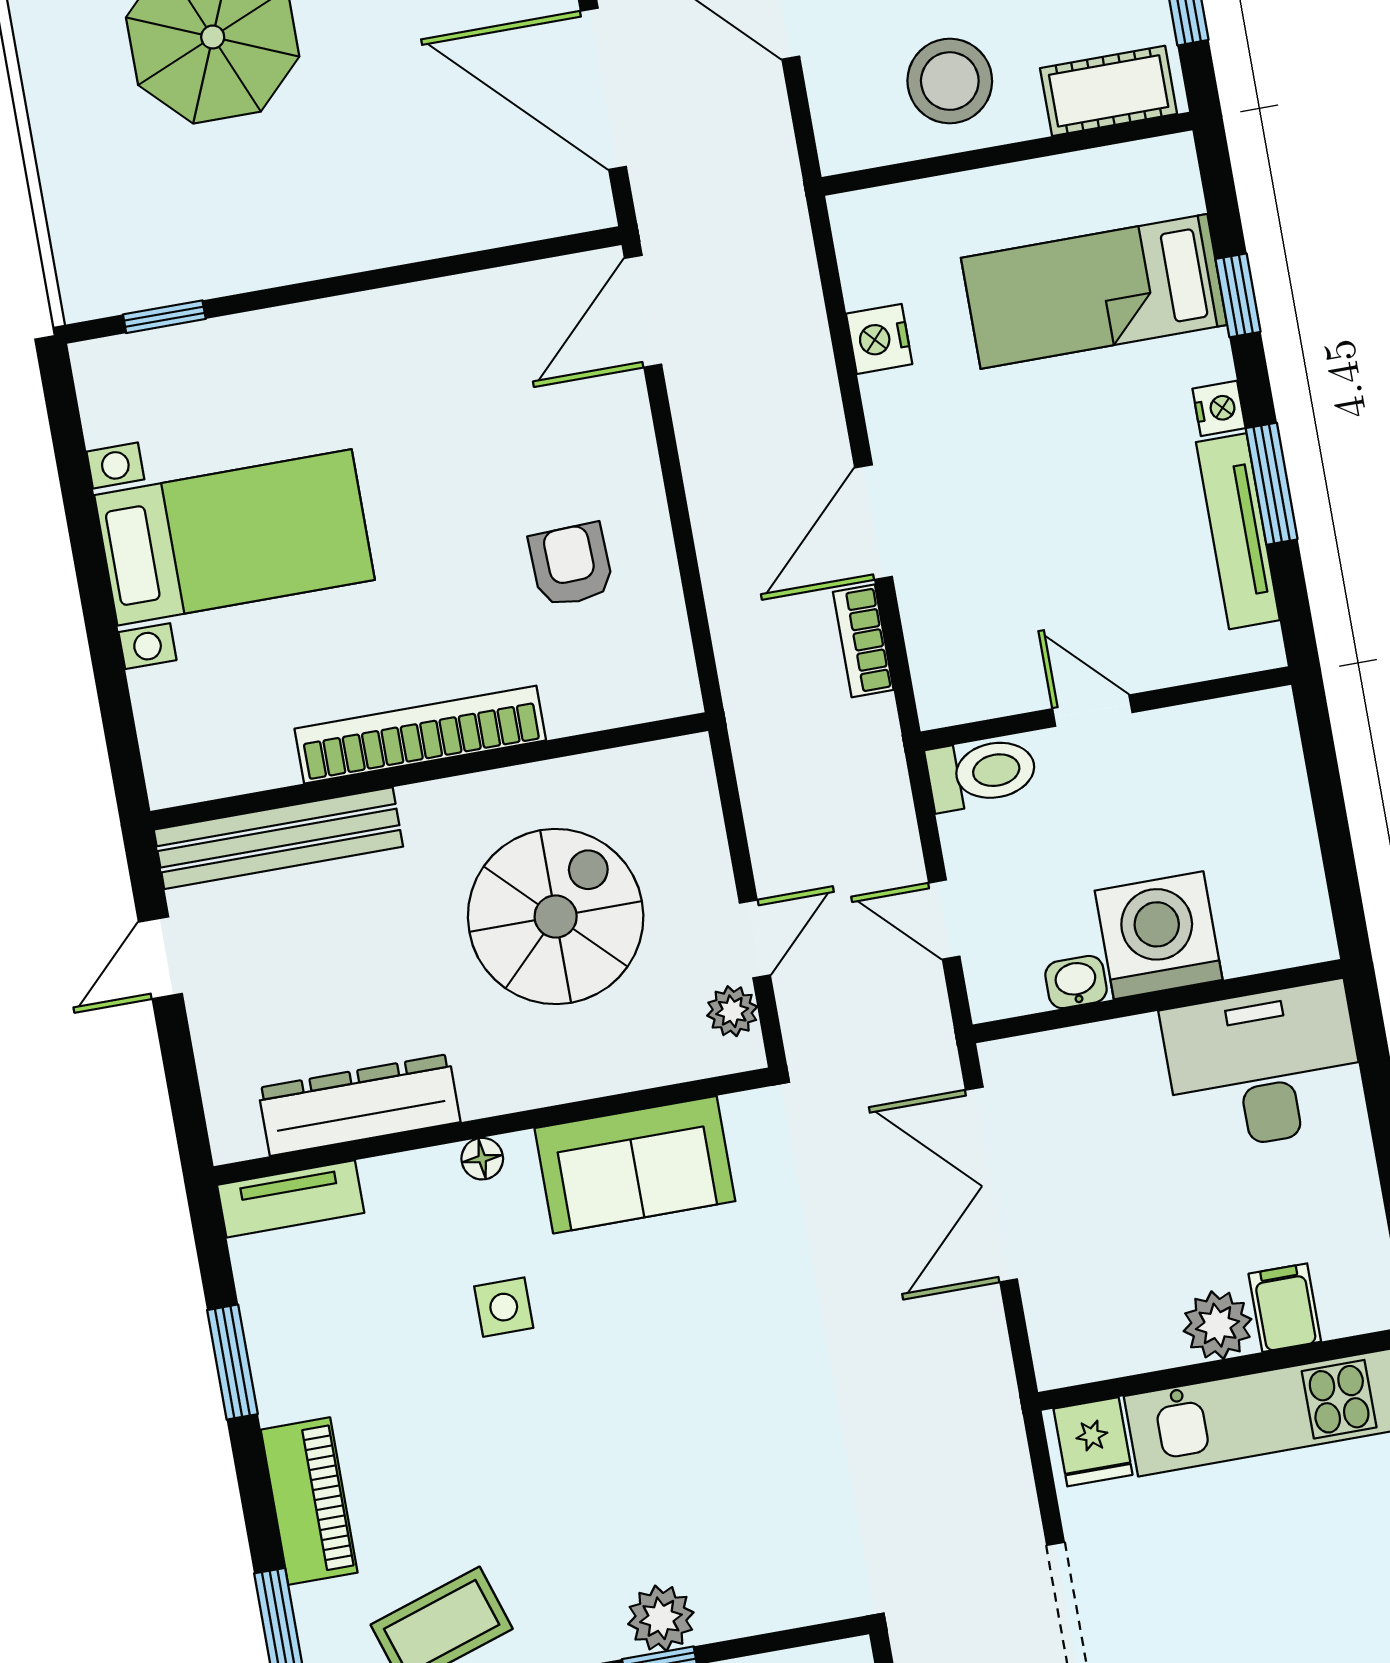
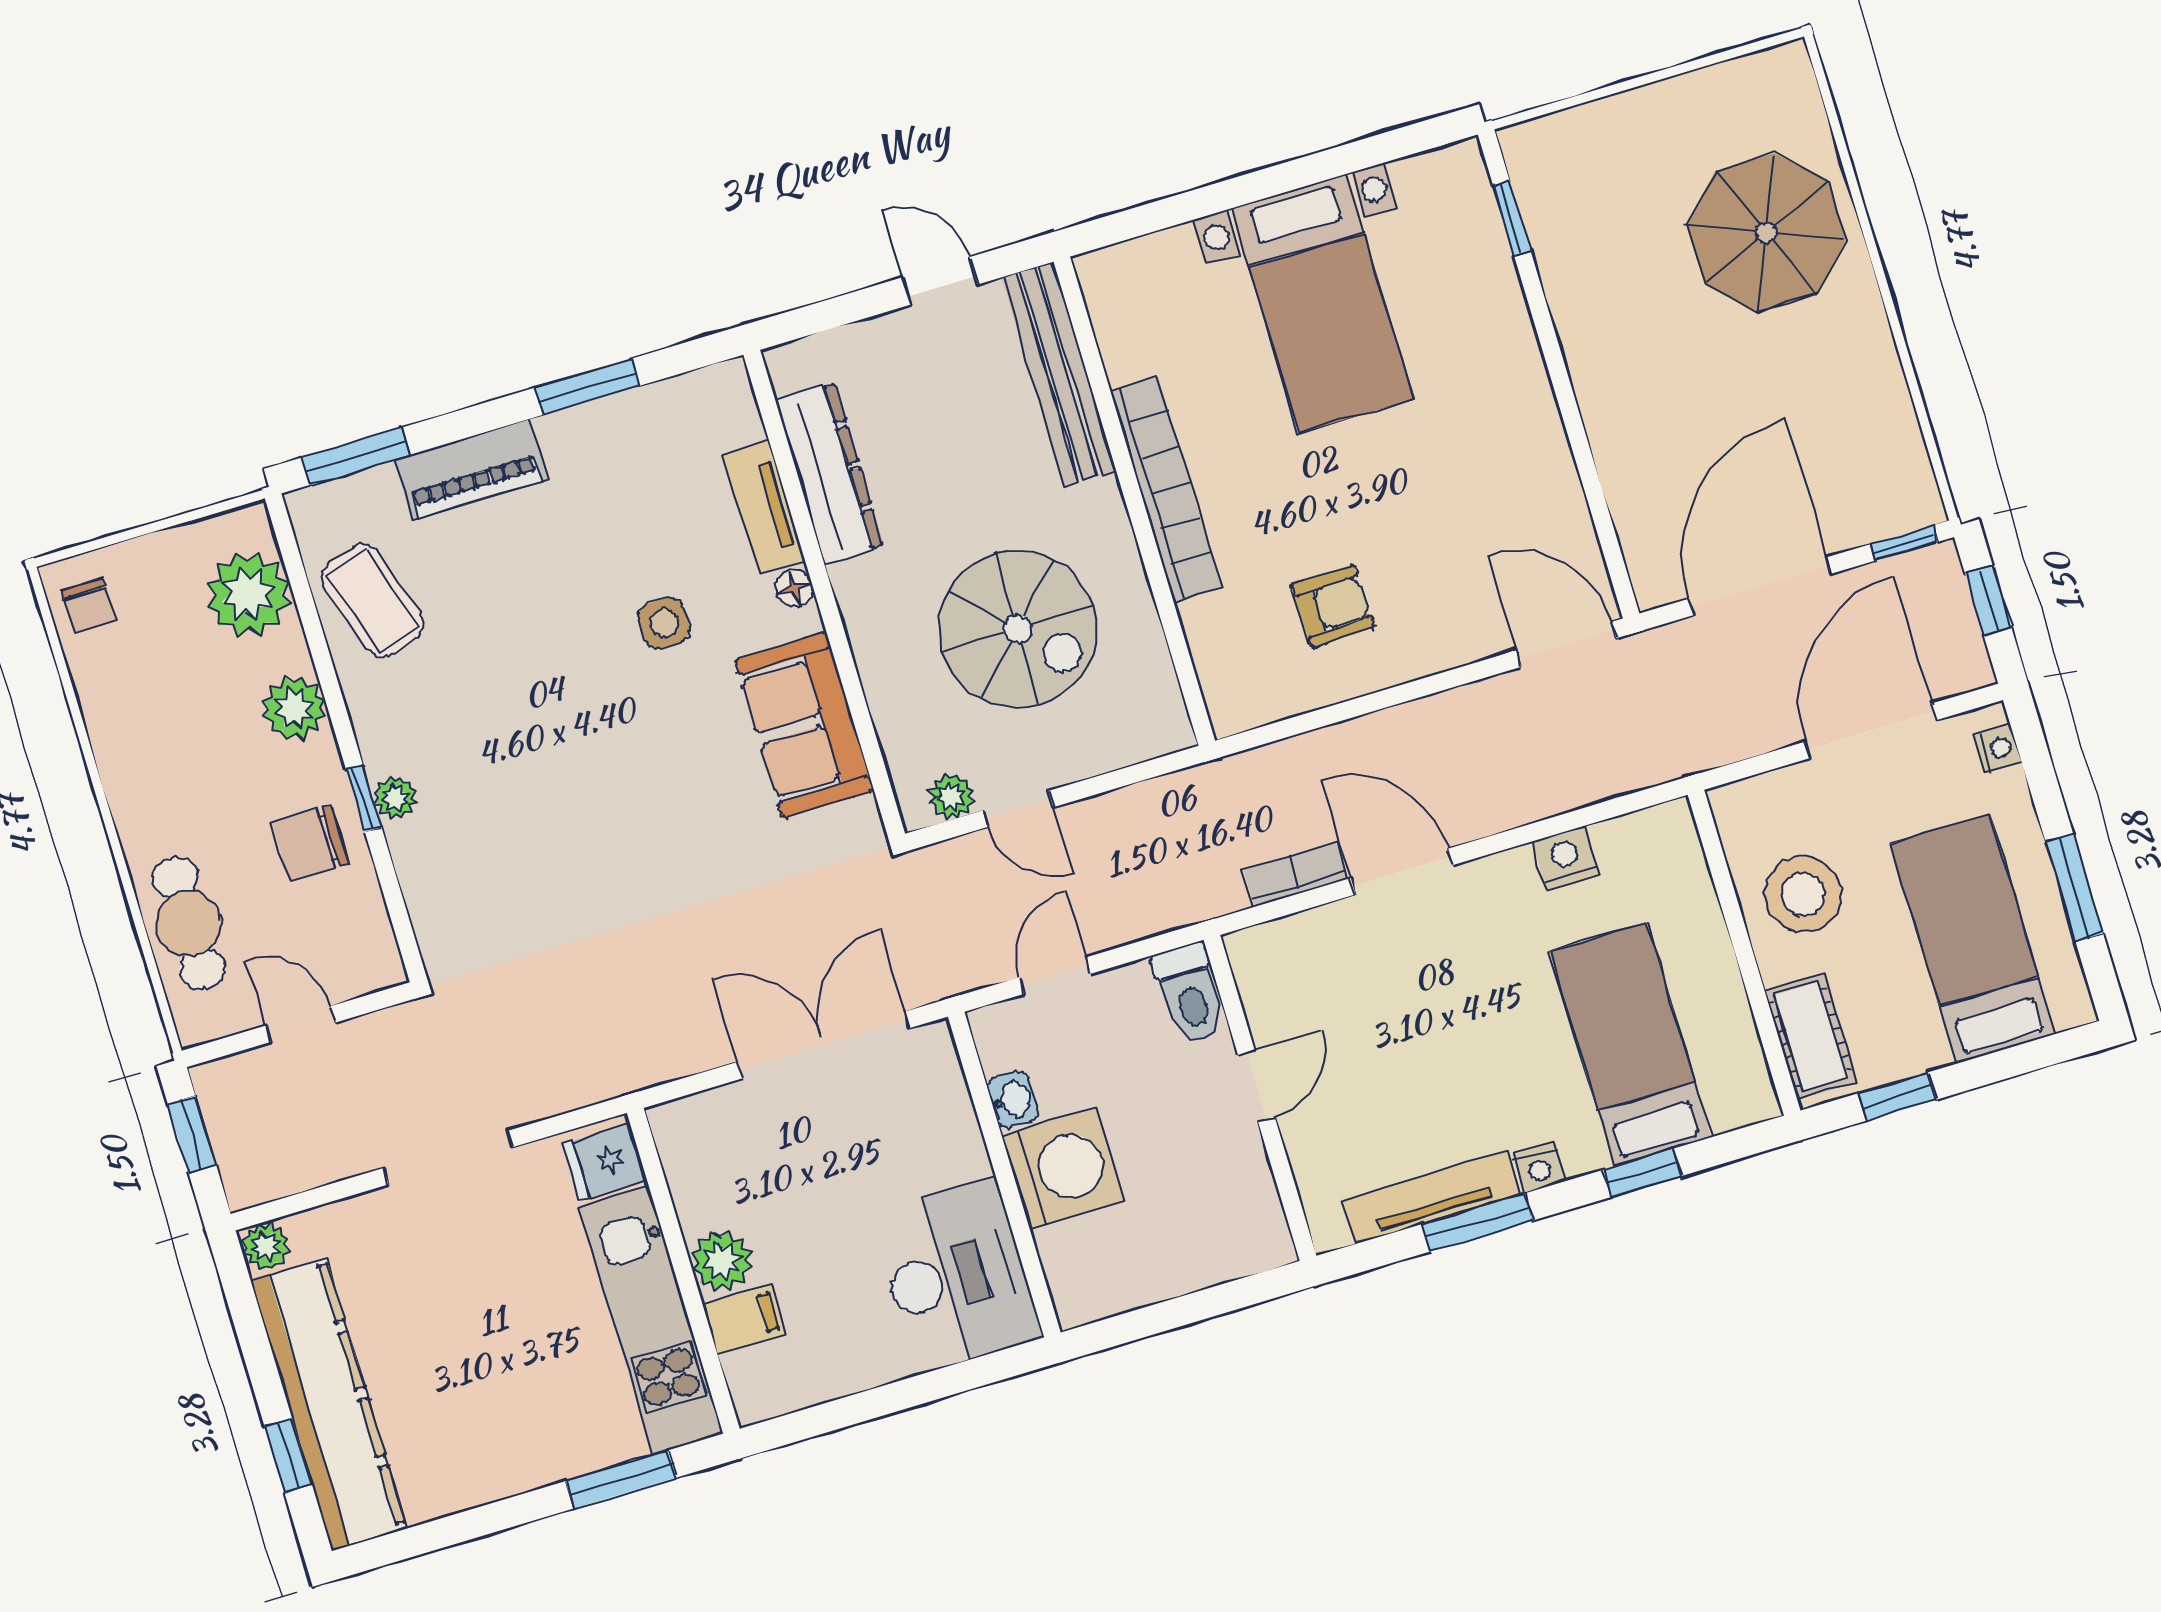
tv unit: (291, 1199) -> (764, 507), moved
plant: (661, 1618) -> (395, 797), width x0.73, depth x0.73

